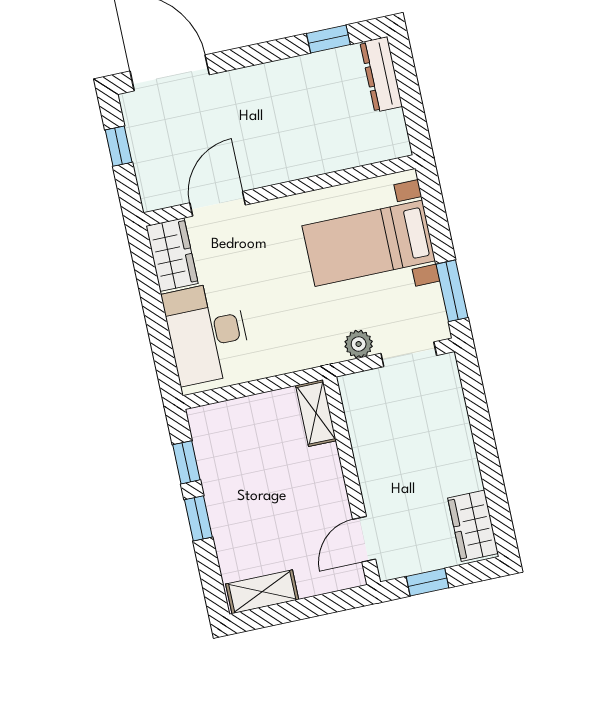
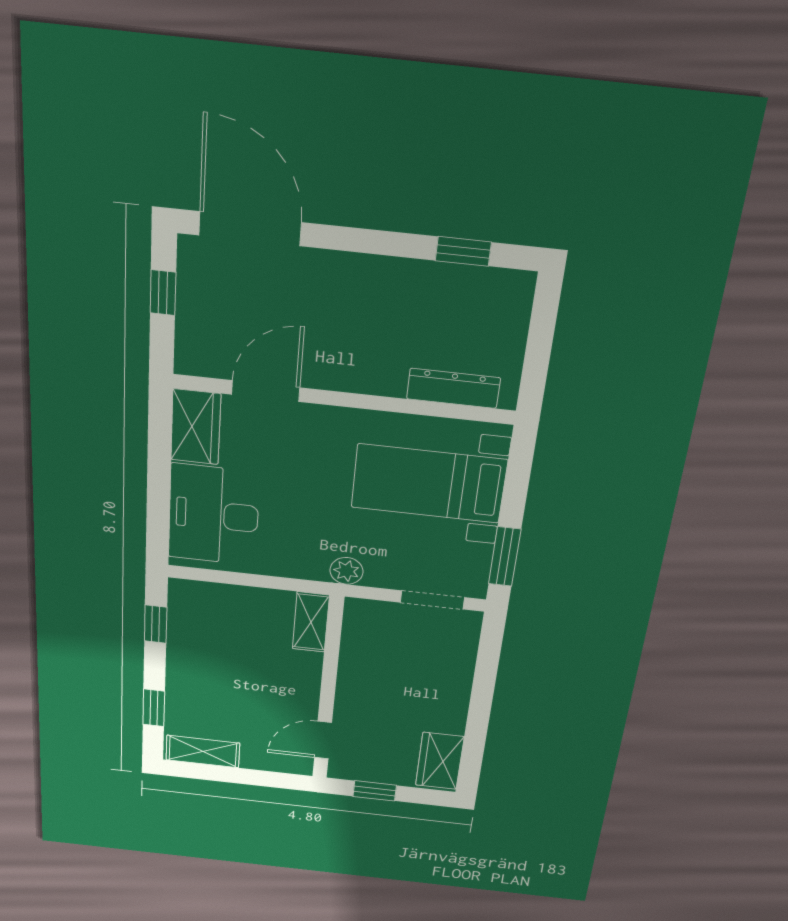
dresser: (381, 74) -> (453, 388), moved, turned 90
plant: (359, 344) -> (346, 571), moved
window: (198, 518) -> (154, 708), moved

